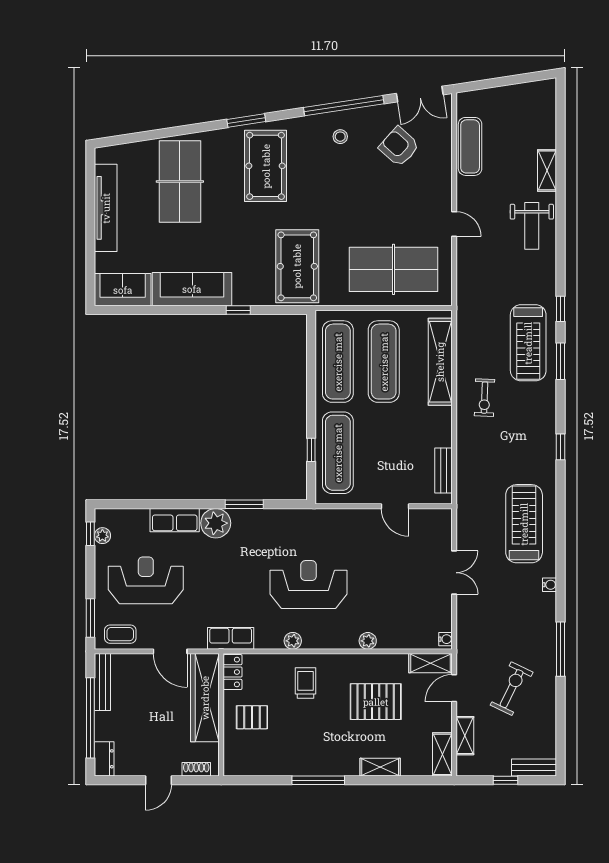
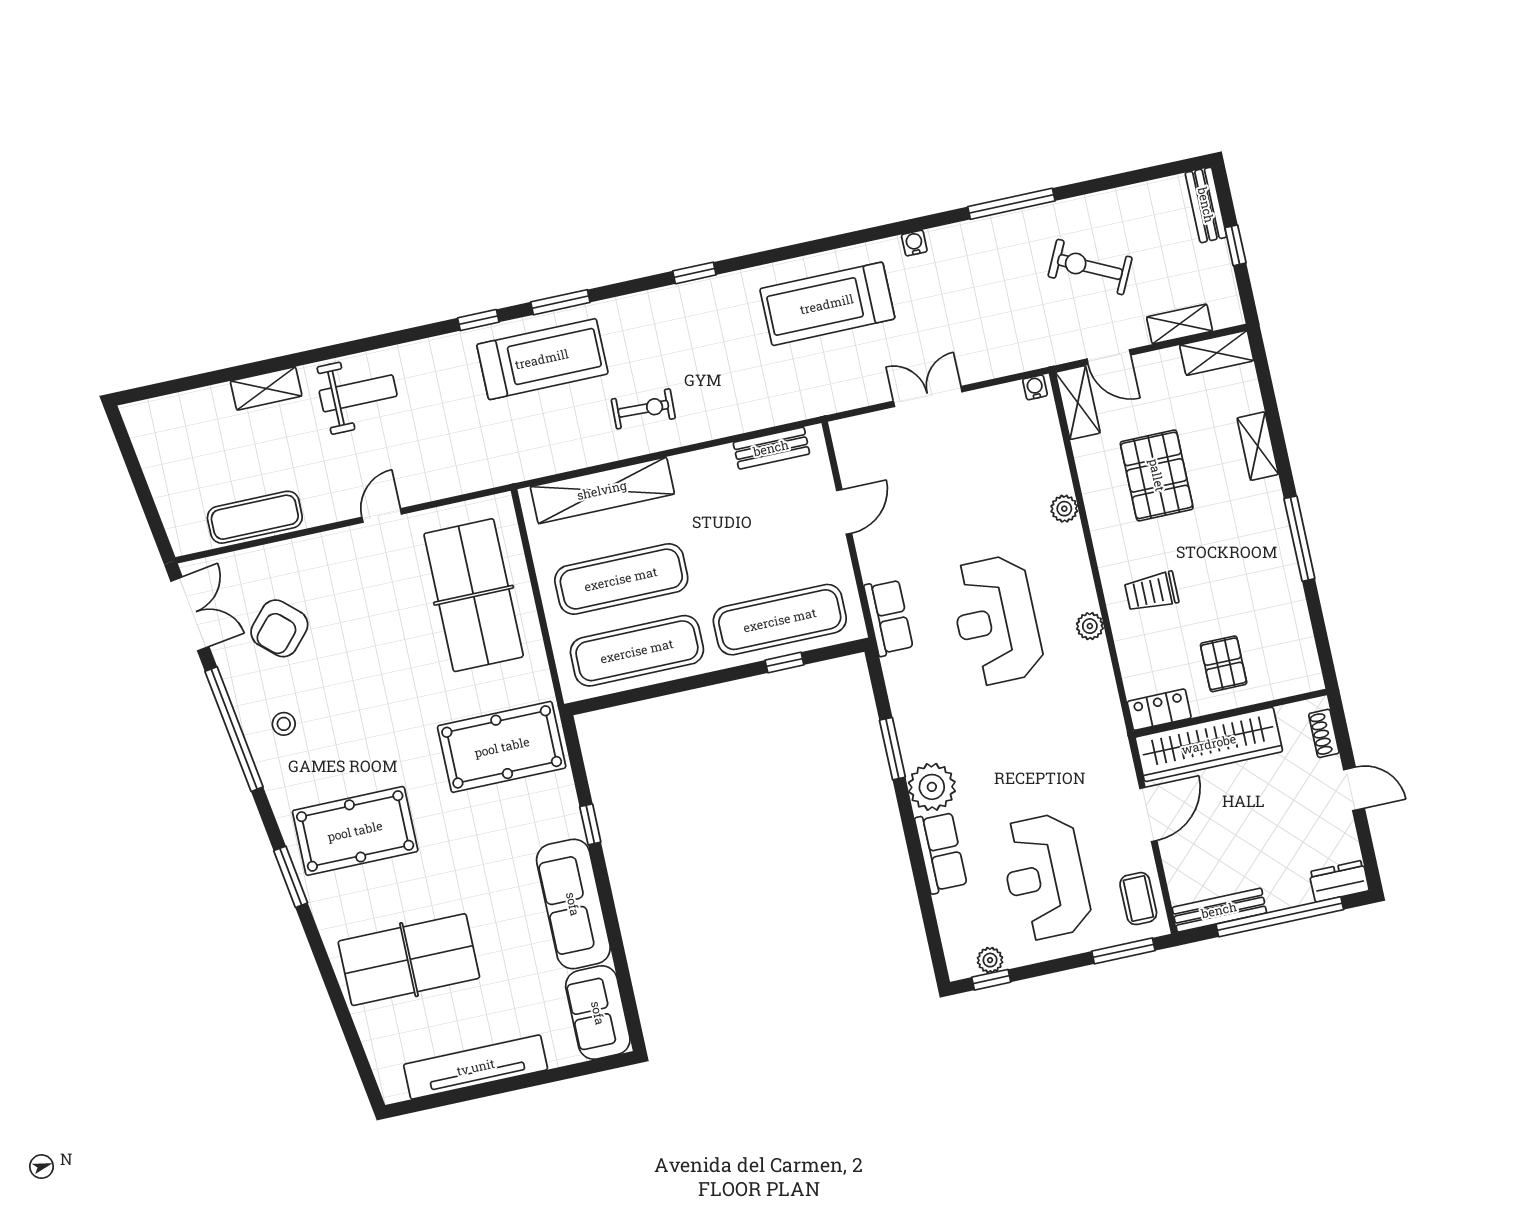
row of seats: (231, 638) -> (889, 617), moved, turned 180

